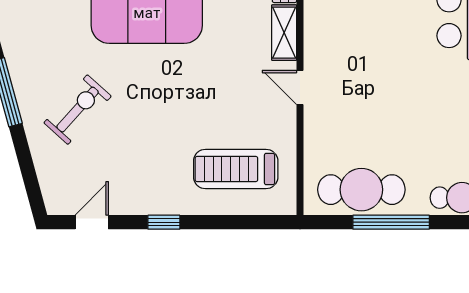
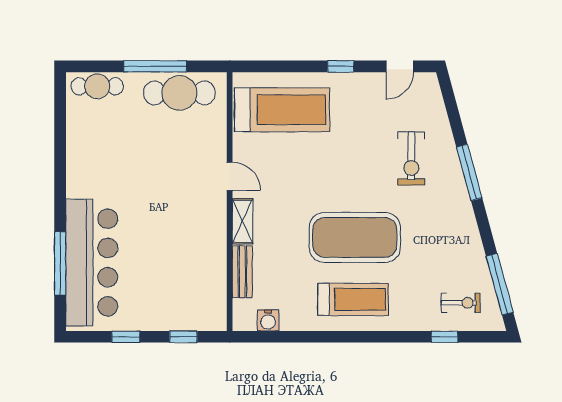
exercise bike: (78, 110) -> (411, 158), turned -42
treadmill: (236, 169) -> (282, 110), width x1.37, depth x1.38

